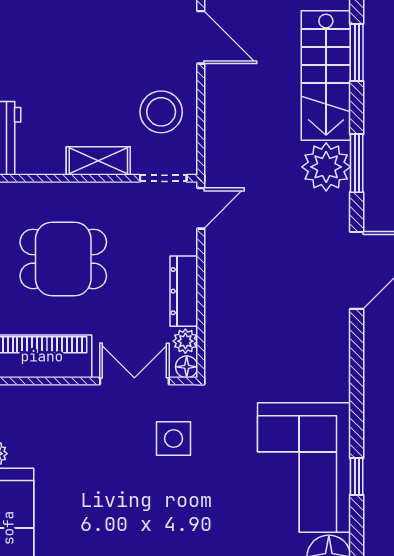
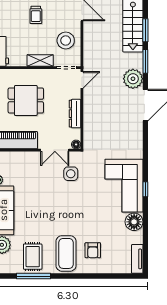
trolley: (88, 49) -> (36, 15), added
window: (357, 53) -> (145, 30), moved
plant: (326, 167) -> (133, 79), moved
plant: (185, 341) -> (76, 134), removed
double door: (134, 381) -> (55, 150), swing flipped

